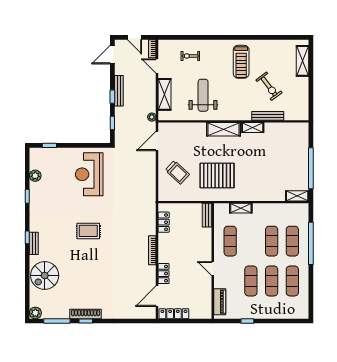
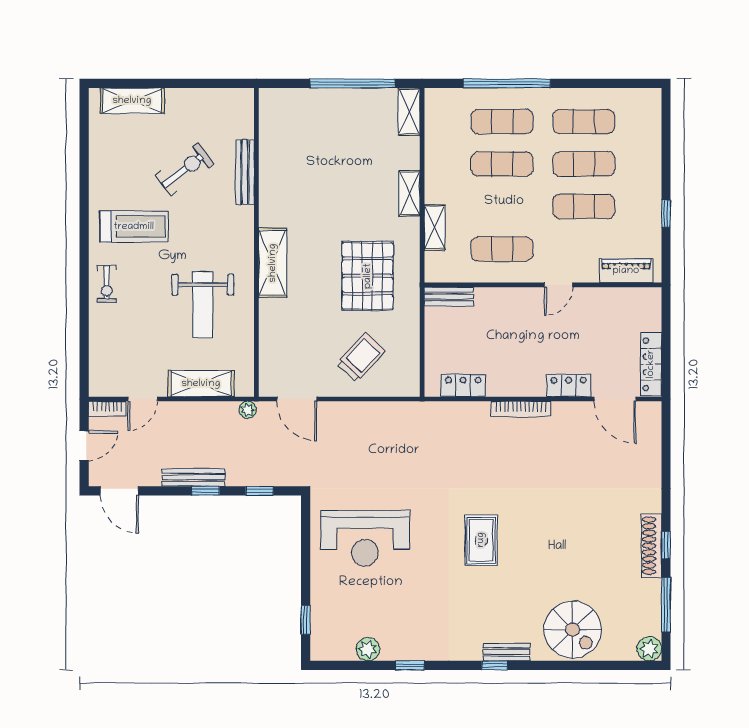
exercise bike: (190, 56) -> (107, 284), moved
weight bench: (203, 95) -> (203, 305), turned -90
shelving: (253, 127) -> (409, 193), moved

